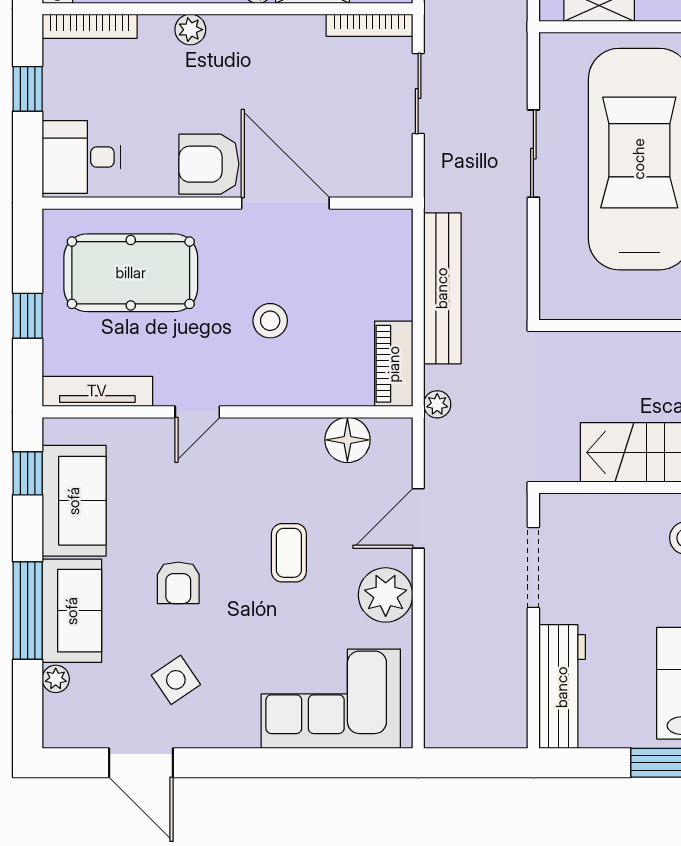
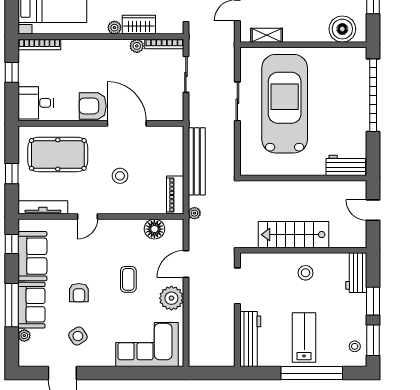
plant: (190, 30) -> (137, 46), moved

